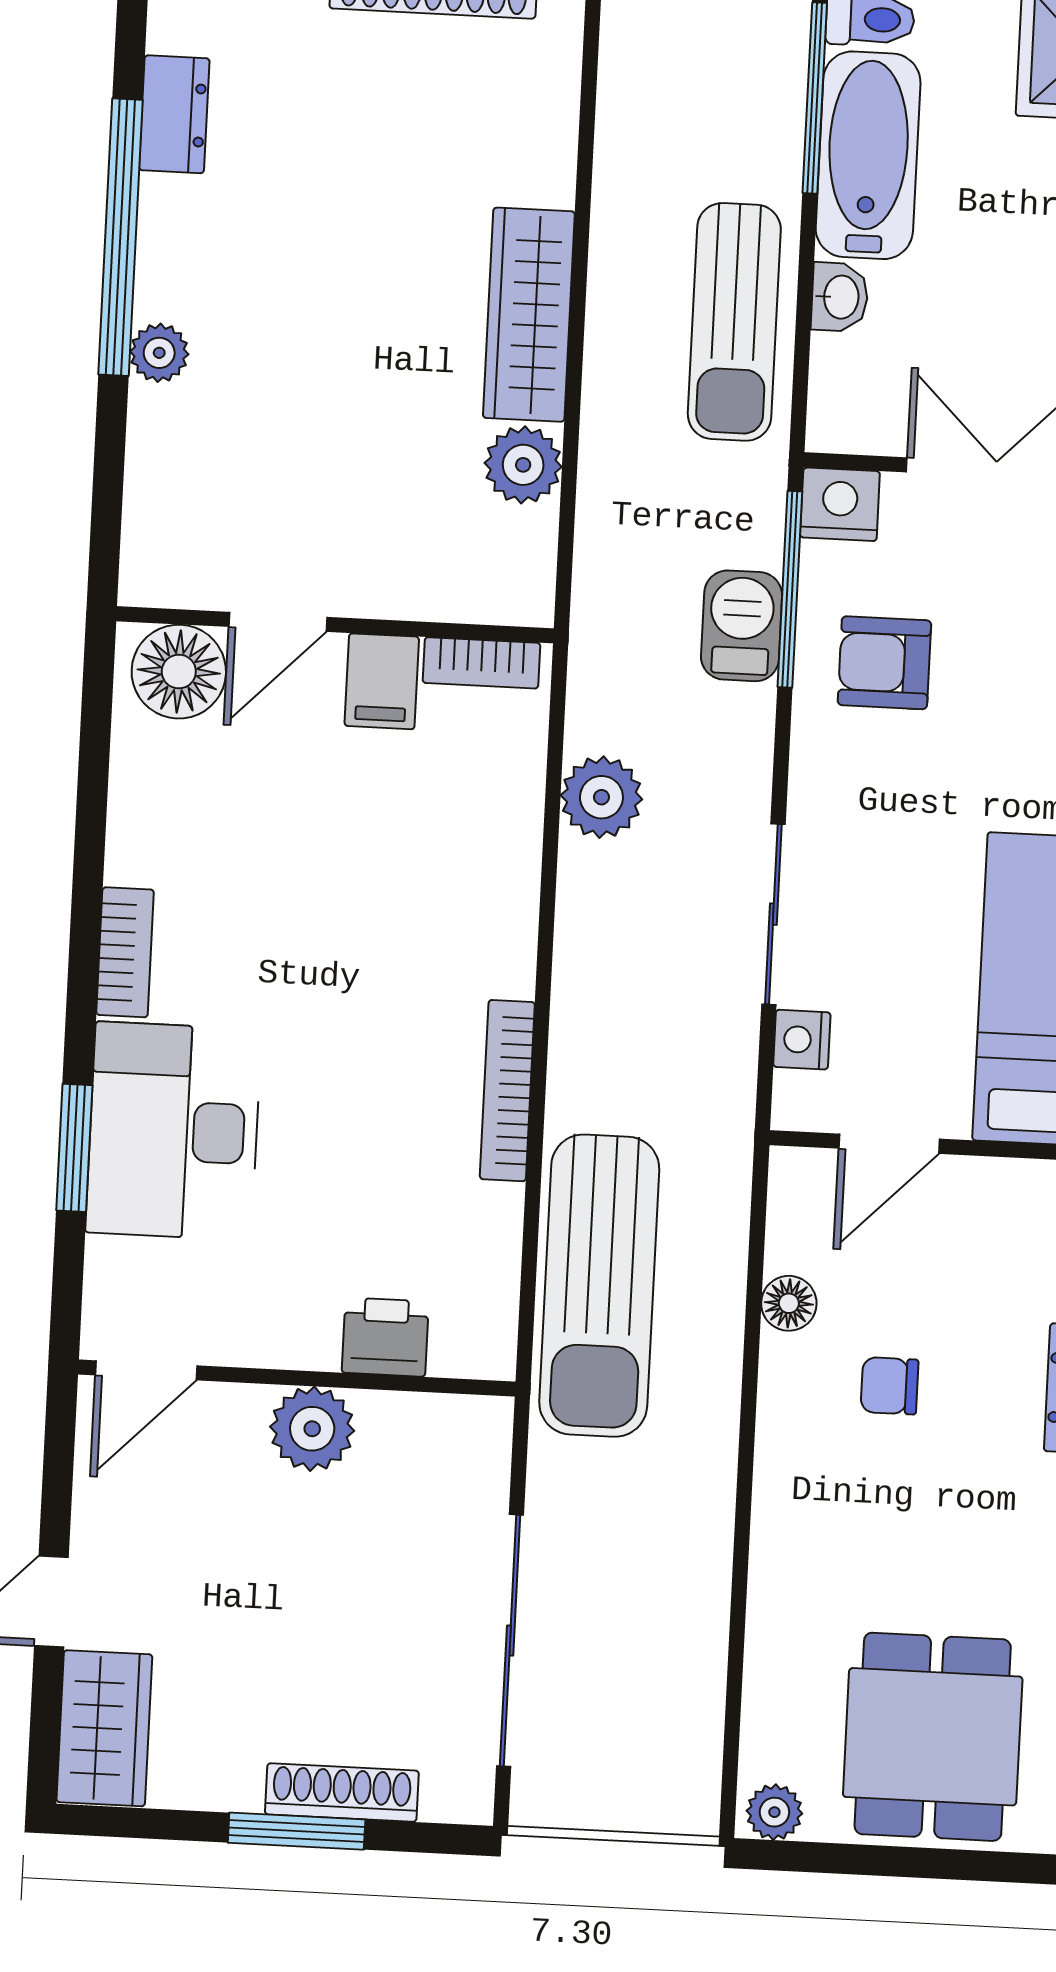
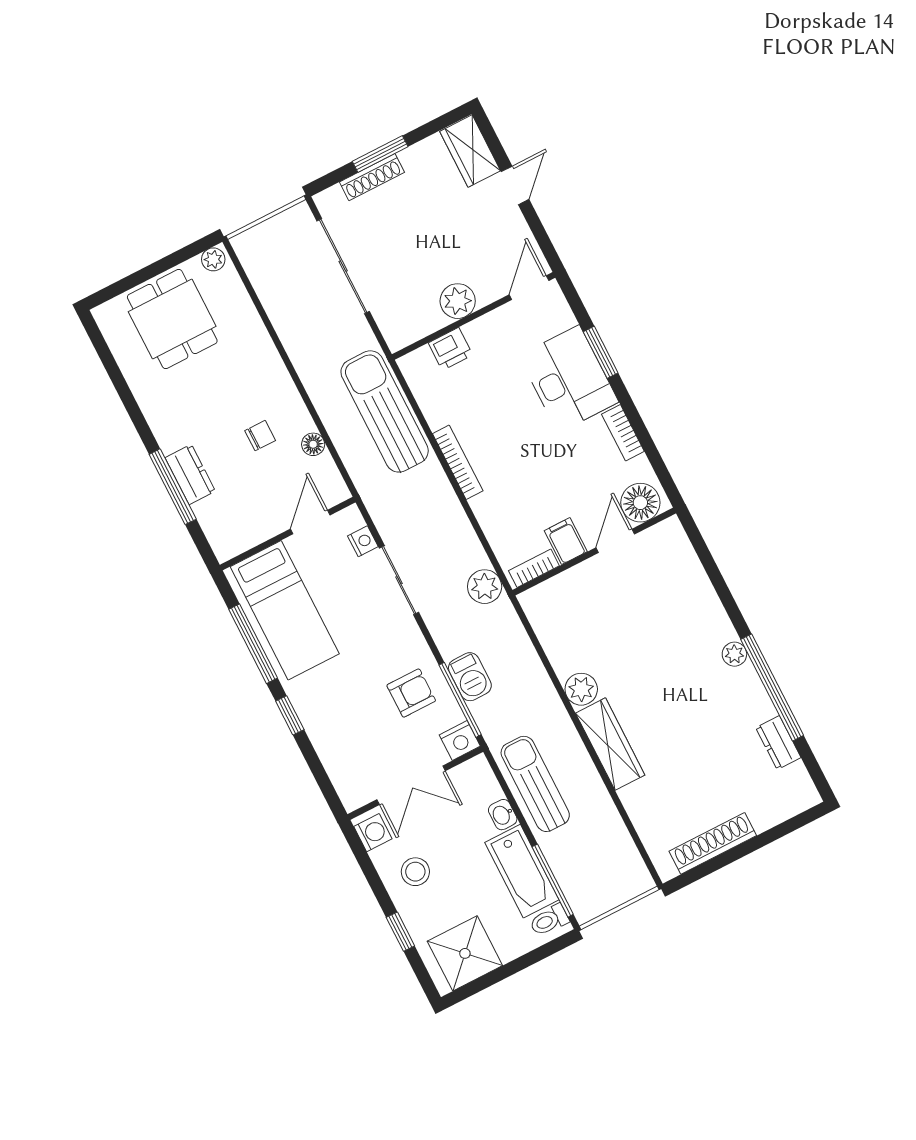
door: (278, 622) -> (615, 541), moved
wall: (335, 625) -> (594, 552), moved
bookcase: (481, 663) -> (534, 568), moved
floor lamp: (179, 672) -> (640, 503), moved
filing cabinet: (382, 681) -> (566, 541), moved

